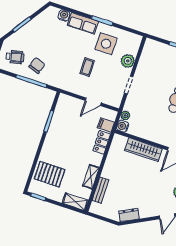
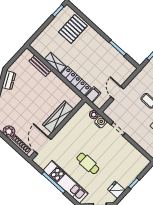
plant: (128, 61) -> (139, 137), removed
water cooler: (123, 126) -> (101, 122), moved
locker: (102, 142) -> (76, 81), width x1.53
shelving: (75, 202) -> (40, 40), removed

